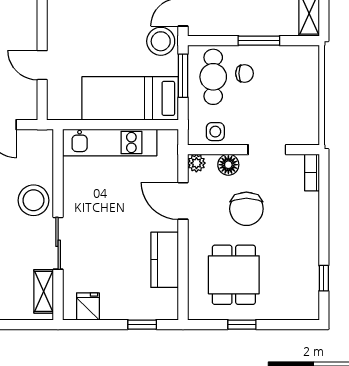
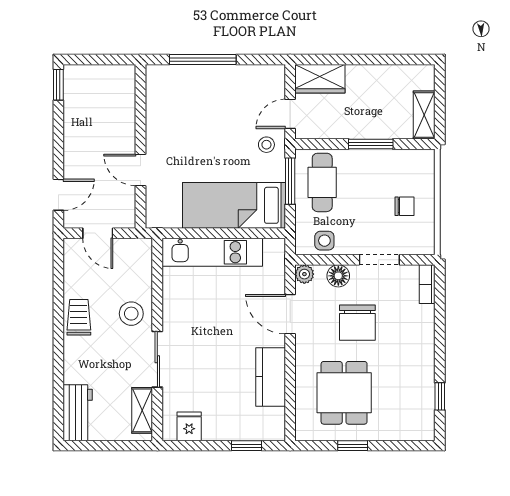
stool: (161, 41) -> (266, 145), width x0.53, depth x0.53
chair: (245, 73) -> (405, 206), moved
stool: (34, 200) -> (131, 314), width x0.73, depth x0.73

